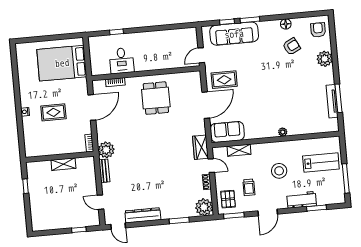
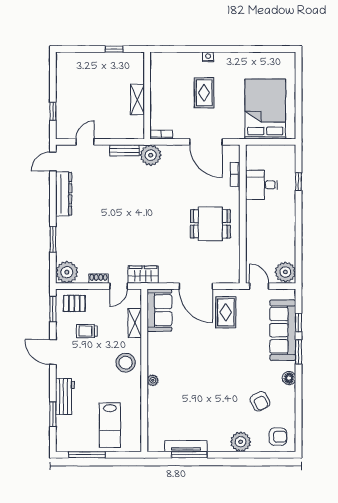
floor lamp: (286, 24) -> (289, 378), moved
plant: (188, 36) -> (285, 272), added
stool: (279, 171) -> (126, 363), moved

